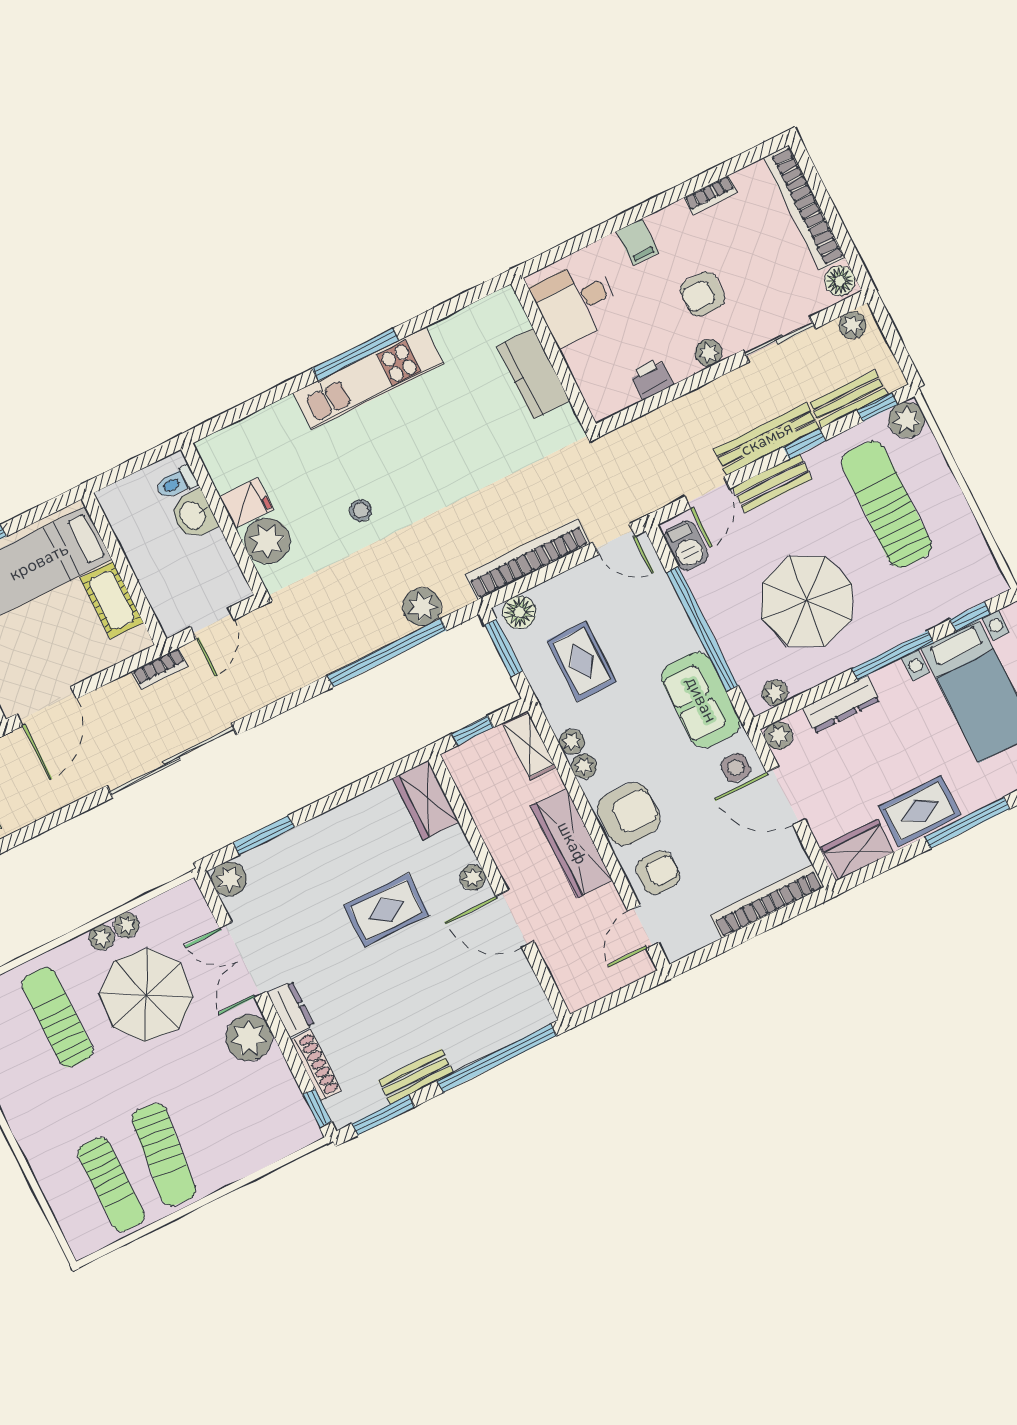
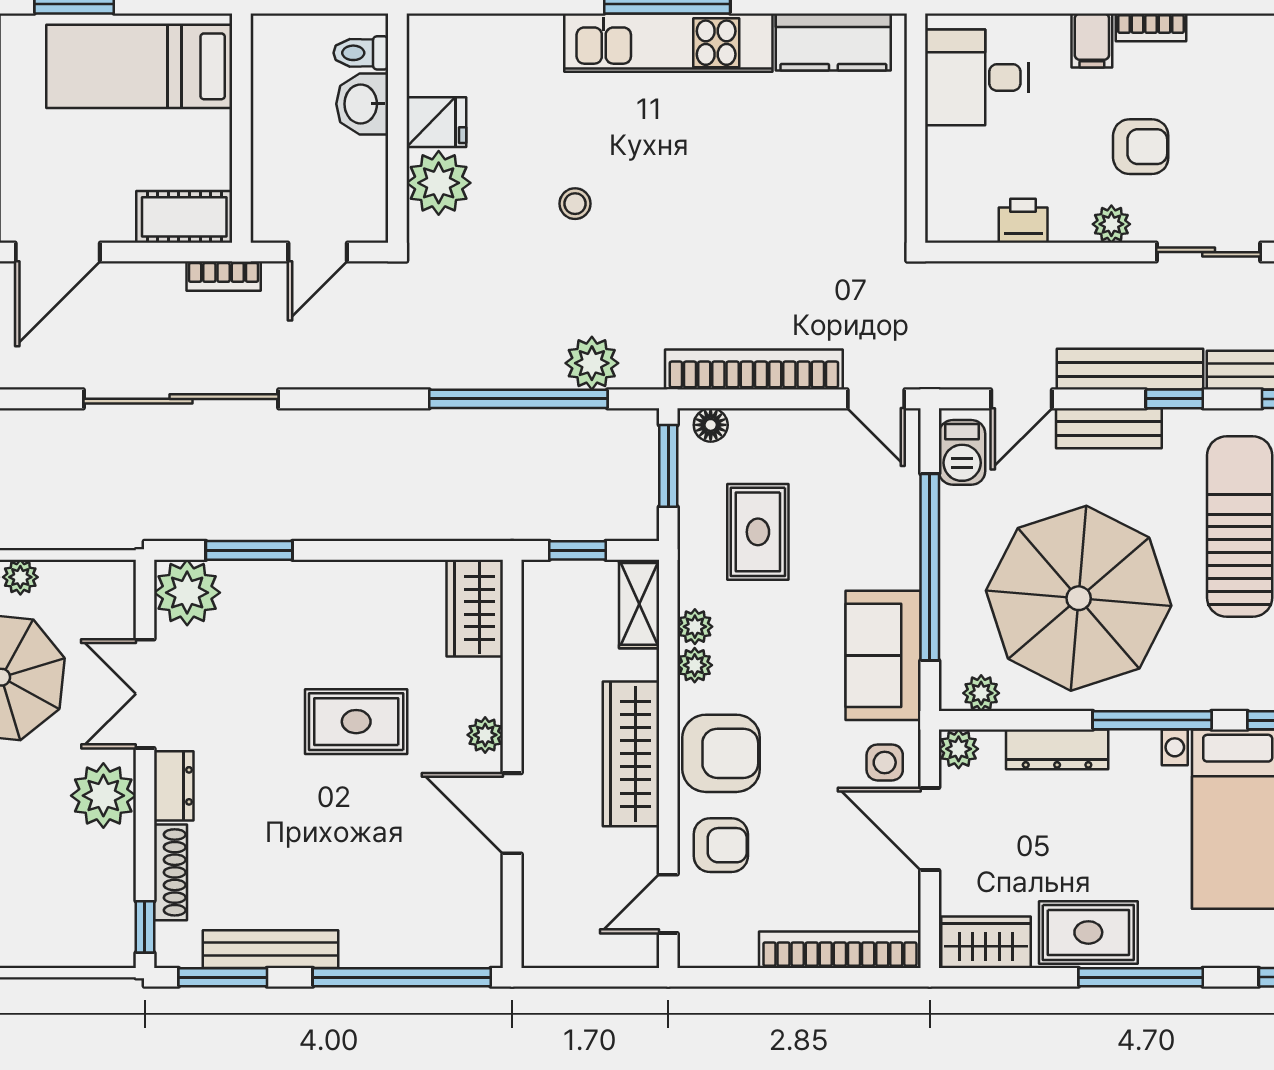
bookcase: (710, 195) -> (1151, 27), moved
armchair: (702, 294) -> (1141, 147), turned 180
kitchen counter: (533, 373) -> (833, 42), moved, turned -90
cot: (112, 600) -> (184, 217), moved, turned 90
parasol: (807, 601) -> (1079, 598), width x1.36, depth x1.36
floor lamp: (519, 612) -> (711, 425), width x0.73, depth x0.73
plant: (229, 879) -> (187, 593), width x1.36, depth x1.36
bench: (416, 1076) -> (270, 949), width x1.36

